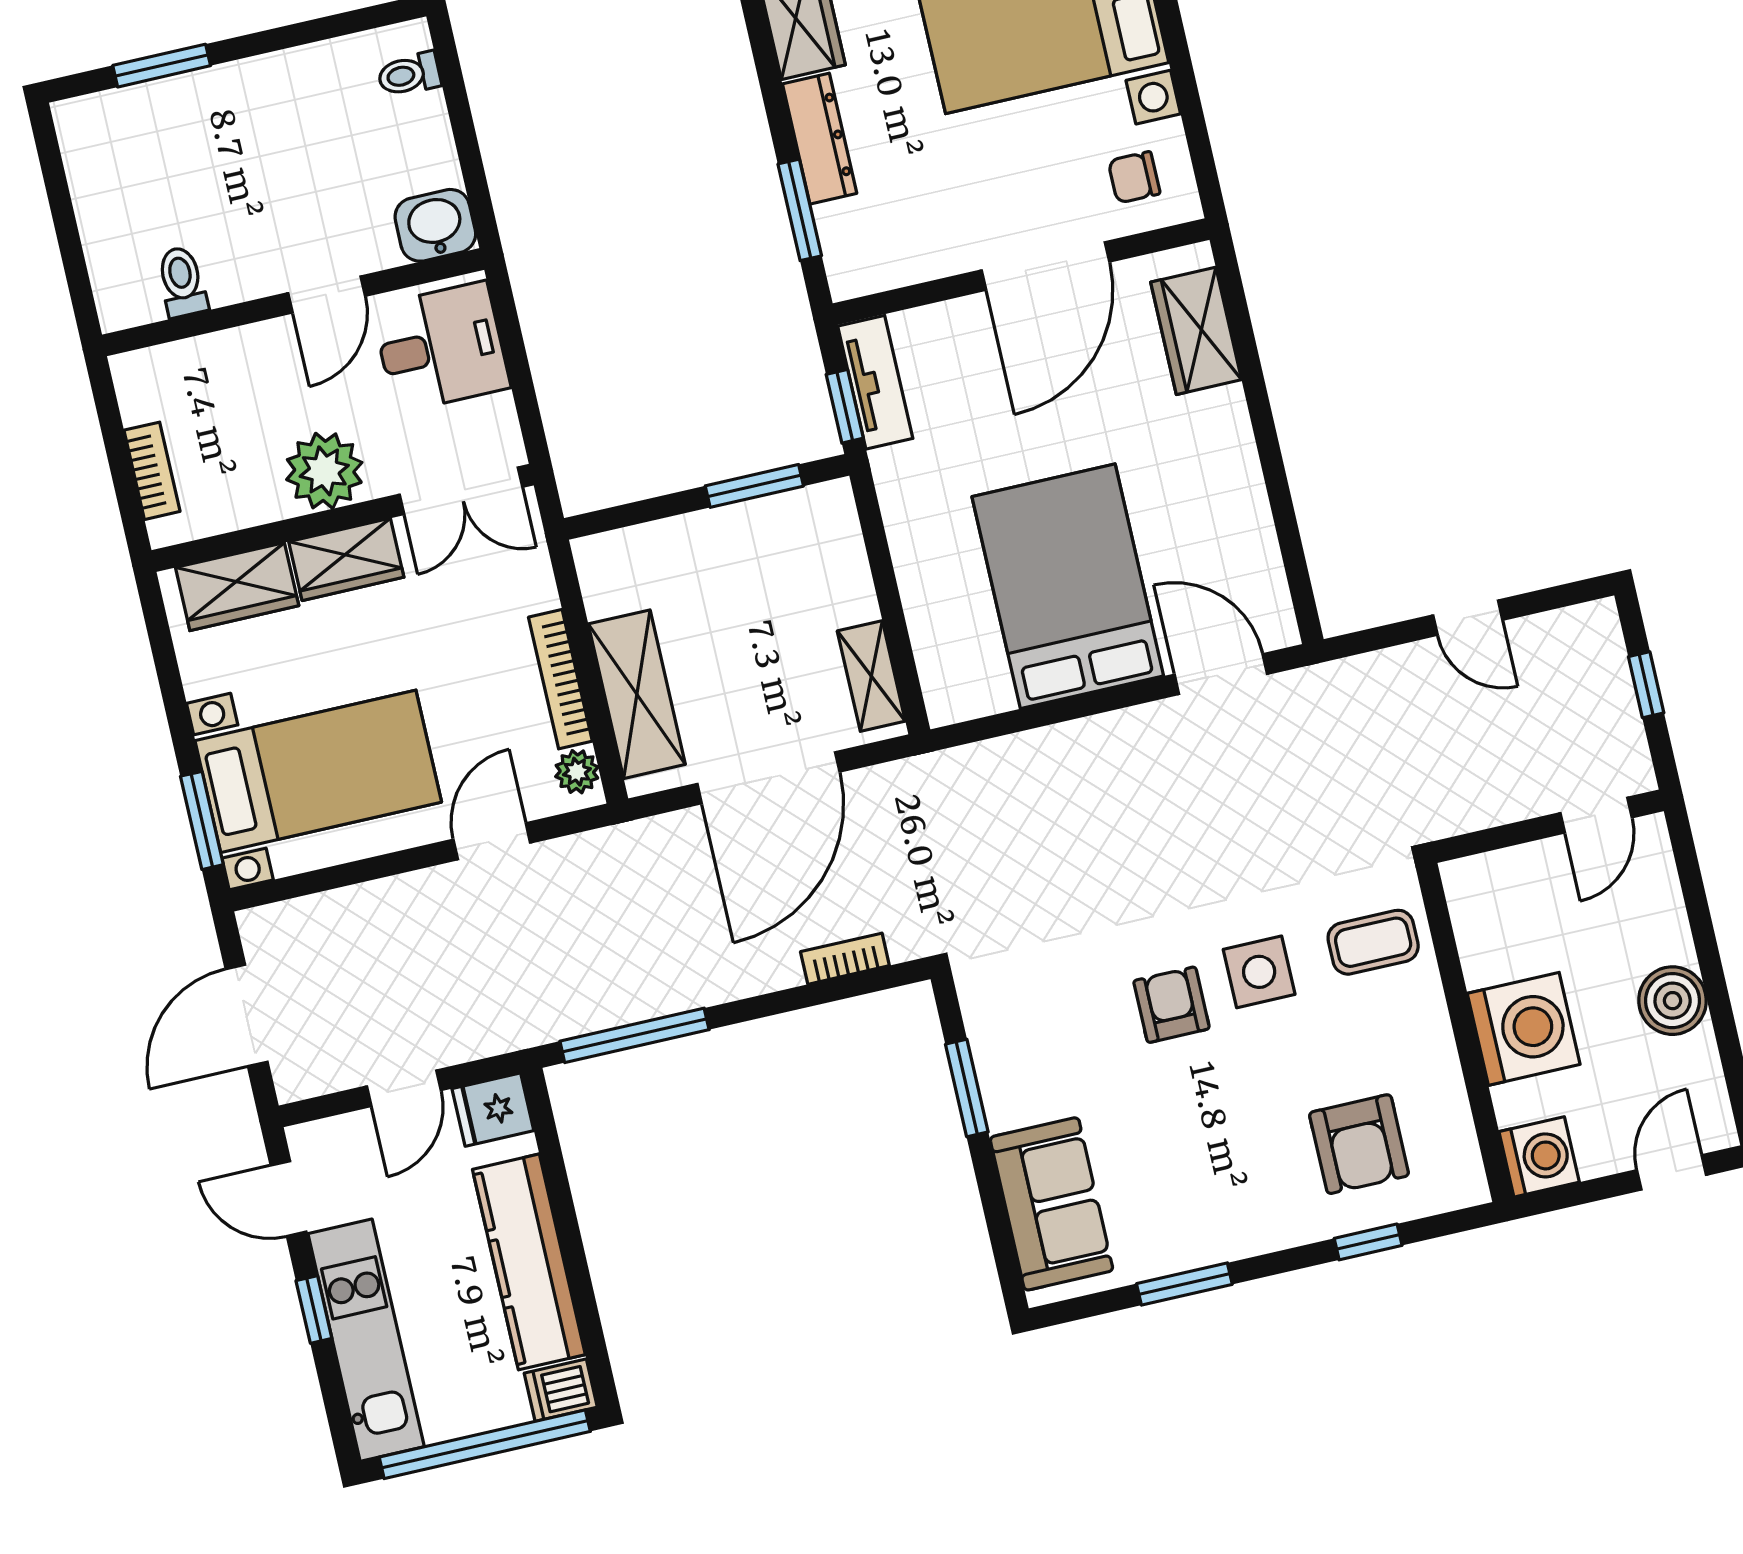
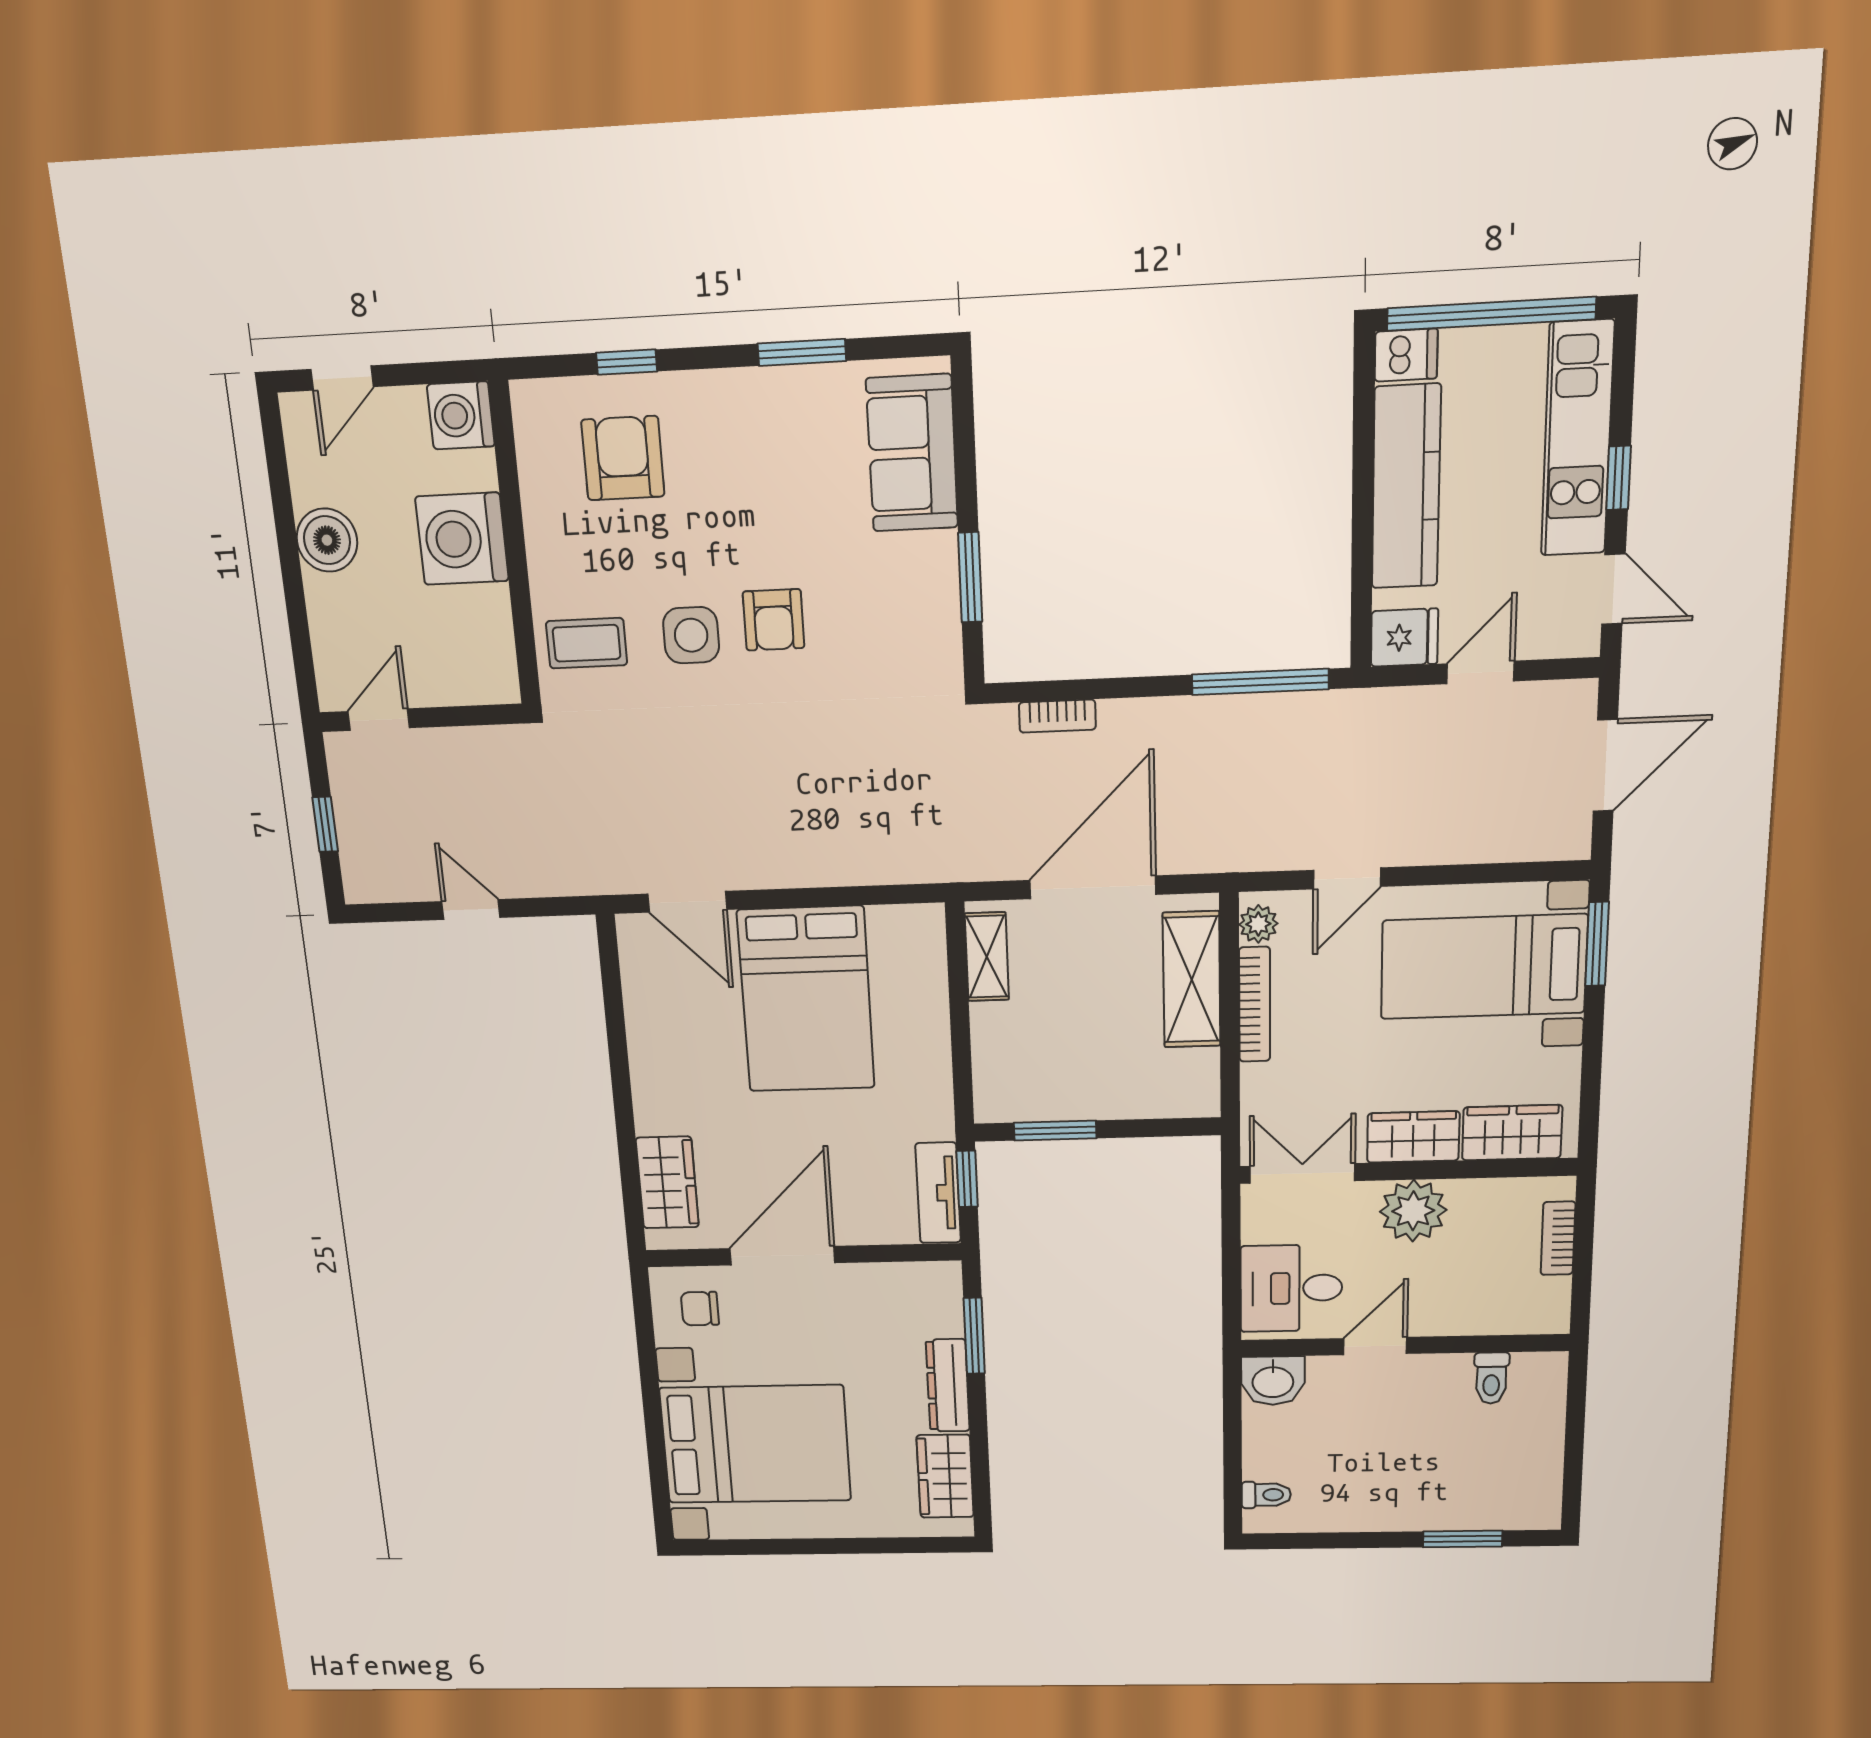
chair: (1134, 177) -> (700, 1309), turned 180

